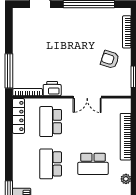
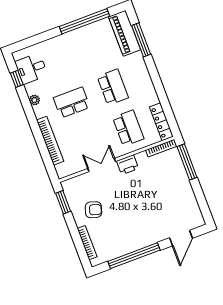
printer: (52, 89) -> (128, 165), moved

